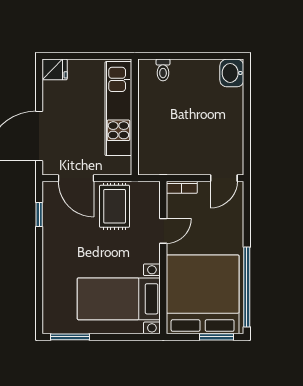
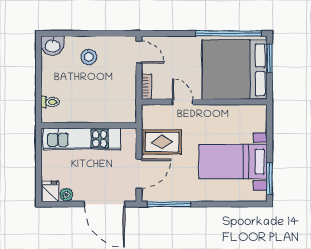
plant: (50, 90) -> (66, 195), added
stool: (218, 117) -> (89, 57), added
window: (39, 215) -> (169, 204), width x2.17
bed with nightstands: (119, 299) -> (233, 162), moved, turned 90

